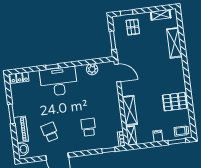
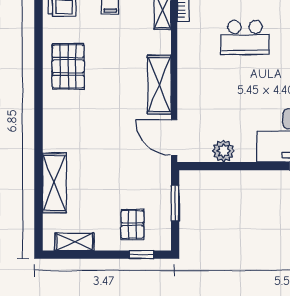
pallet: (175, 102) -> (68, 66), turned 90
shelving: (130, 110) -> (159, 85), moved
school desk: (88, 127) -> (245, 37), width x1.85

